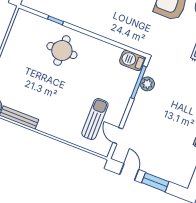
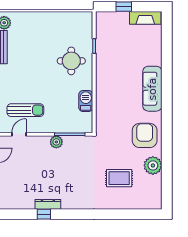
barbecue: (132, 60) -> (86, 101), moved
plant: (147, 84) -> (56, 142), moved

